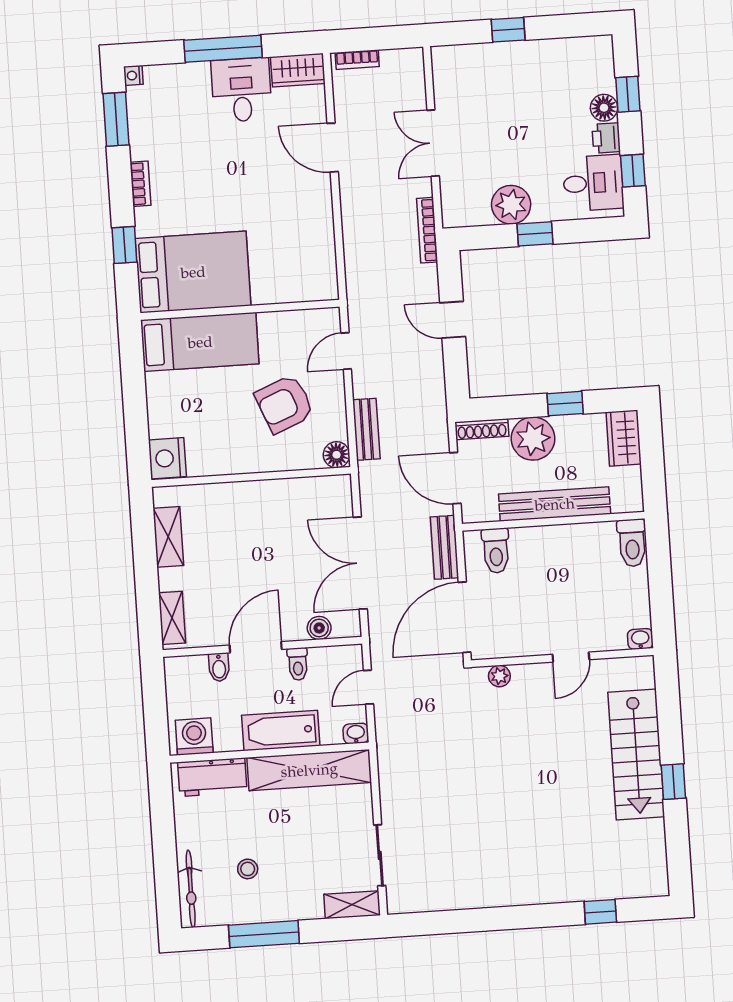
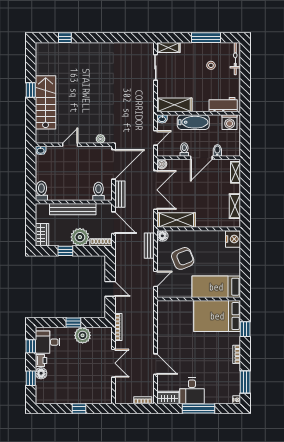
shelving: (305, 495) -> (176, 220), added
boiler: (319, 628) -> (162, 164), moved
shelving: (309, 770) -> (174, 105), width x0.68

